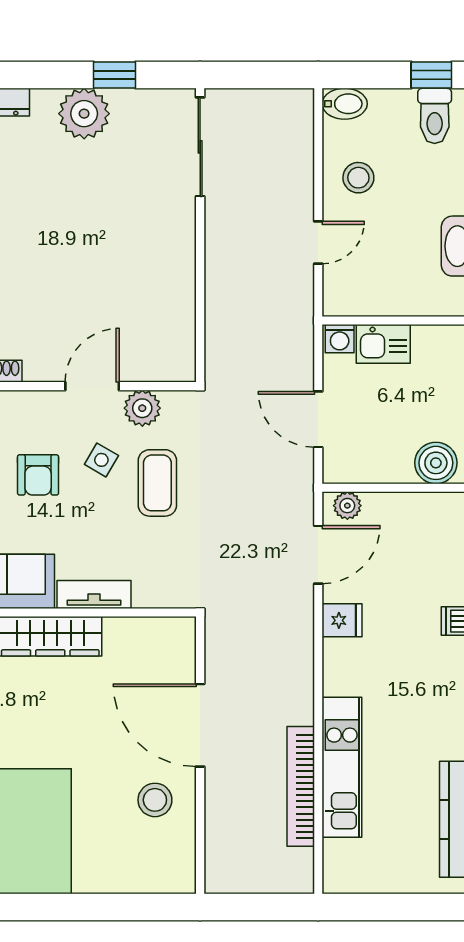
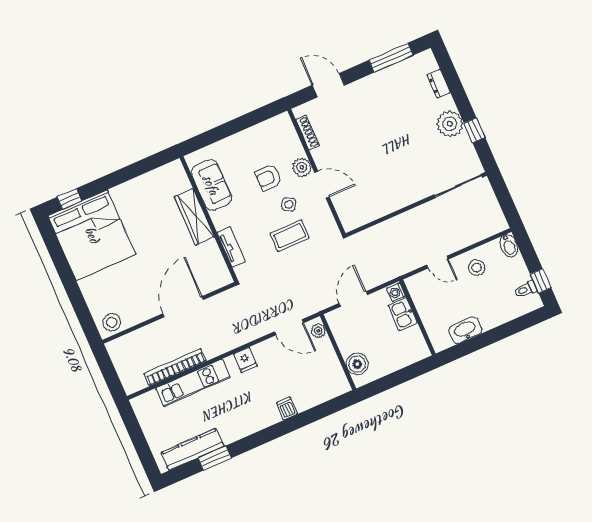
toilet: (435, 116) -> (526, 289), width x0.73, depth x0.72
plant: (142, 408) -> (302, 167), moved
tv unit: (94, 594) -> (231, 247), moved
fridge: (342, 620) -> (245, 360), moved
stool: (155, 800) -> (112, 322), moved

